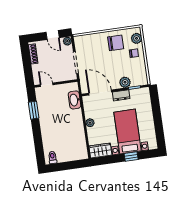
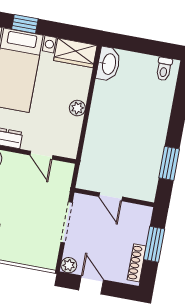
window: (27, 66) -> (154, 244), added
door: (47, 85) -> (111, 197), moved
door: (100, 92) -> (41, 155), width x0.53
washbasin: (74, 100) -> (108, 64), moved

